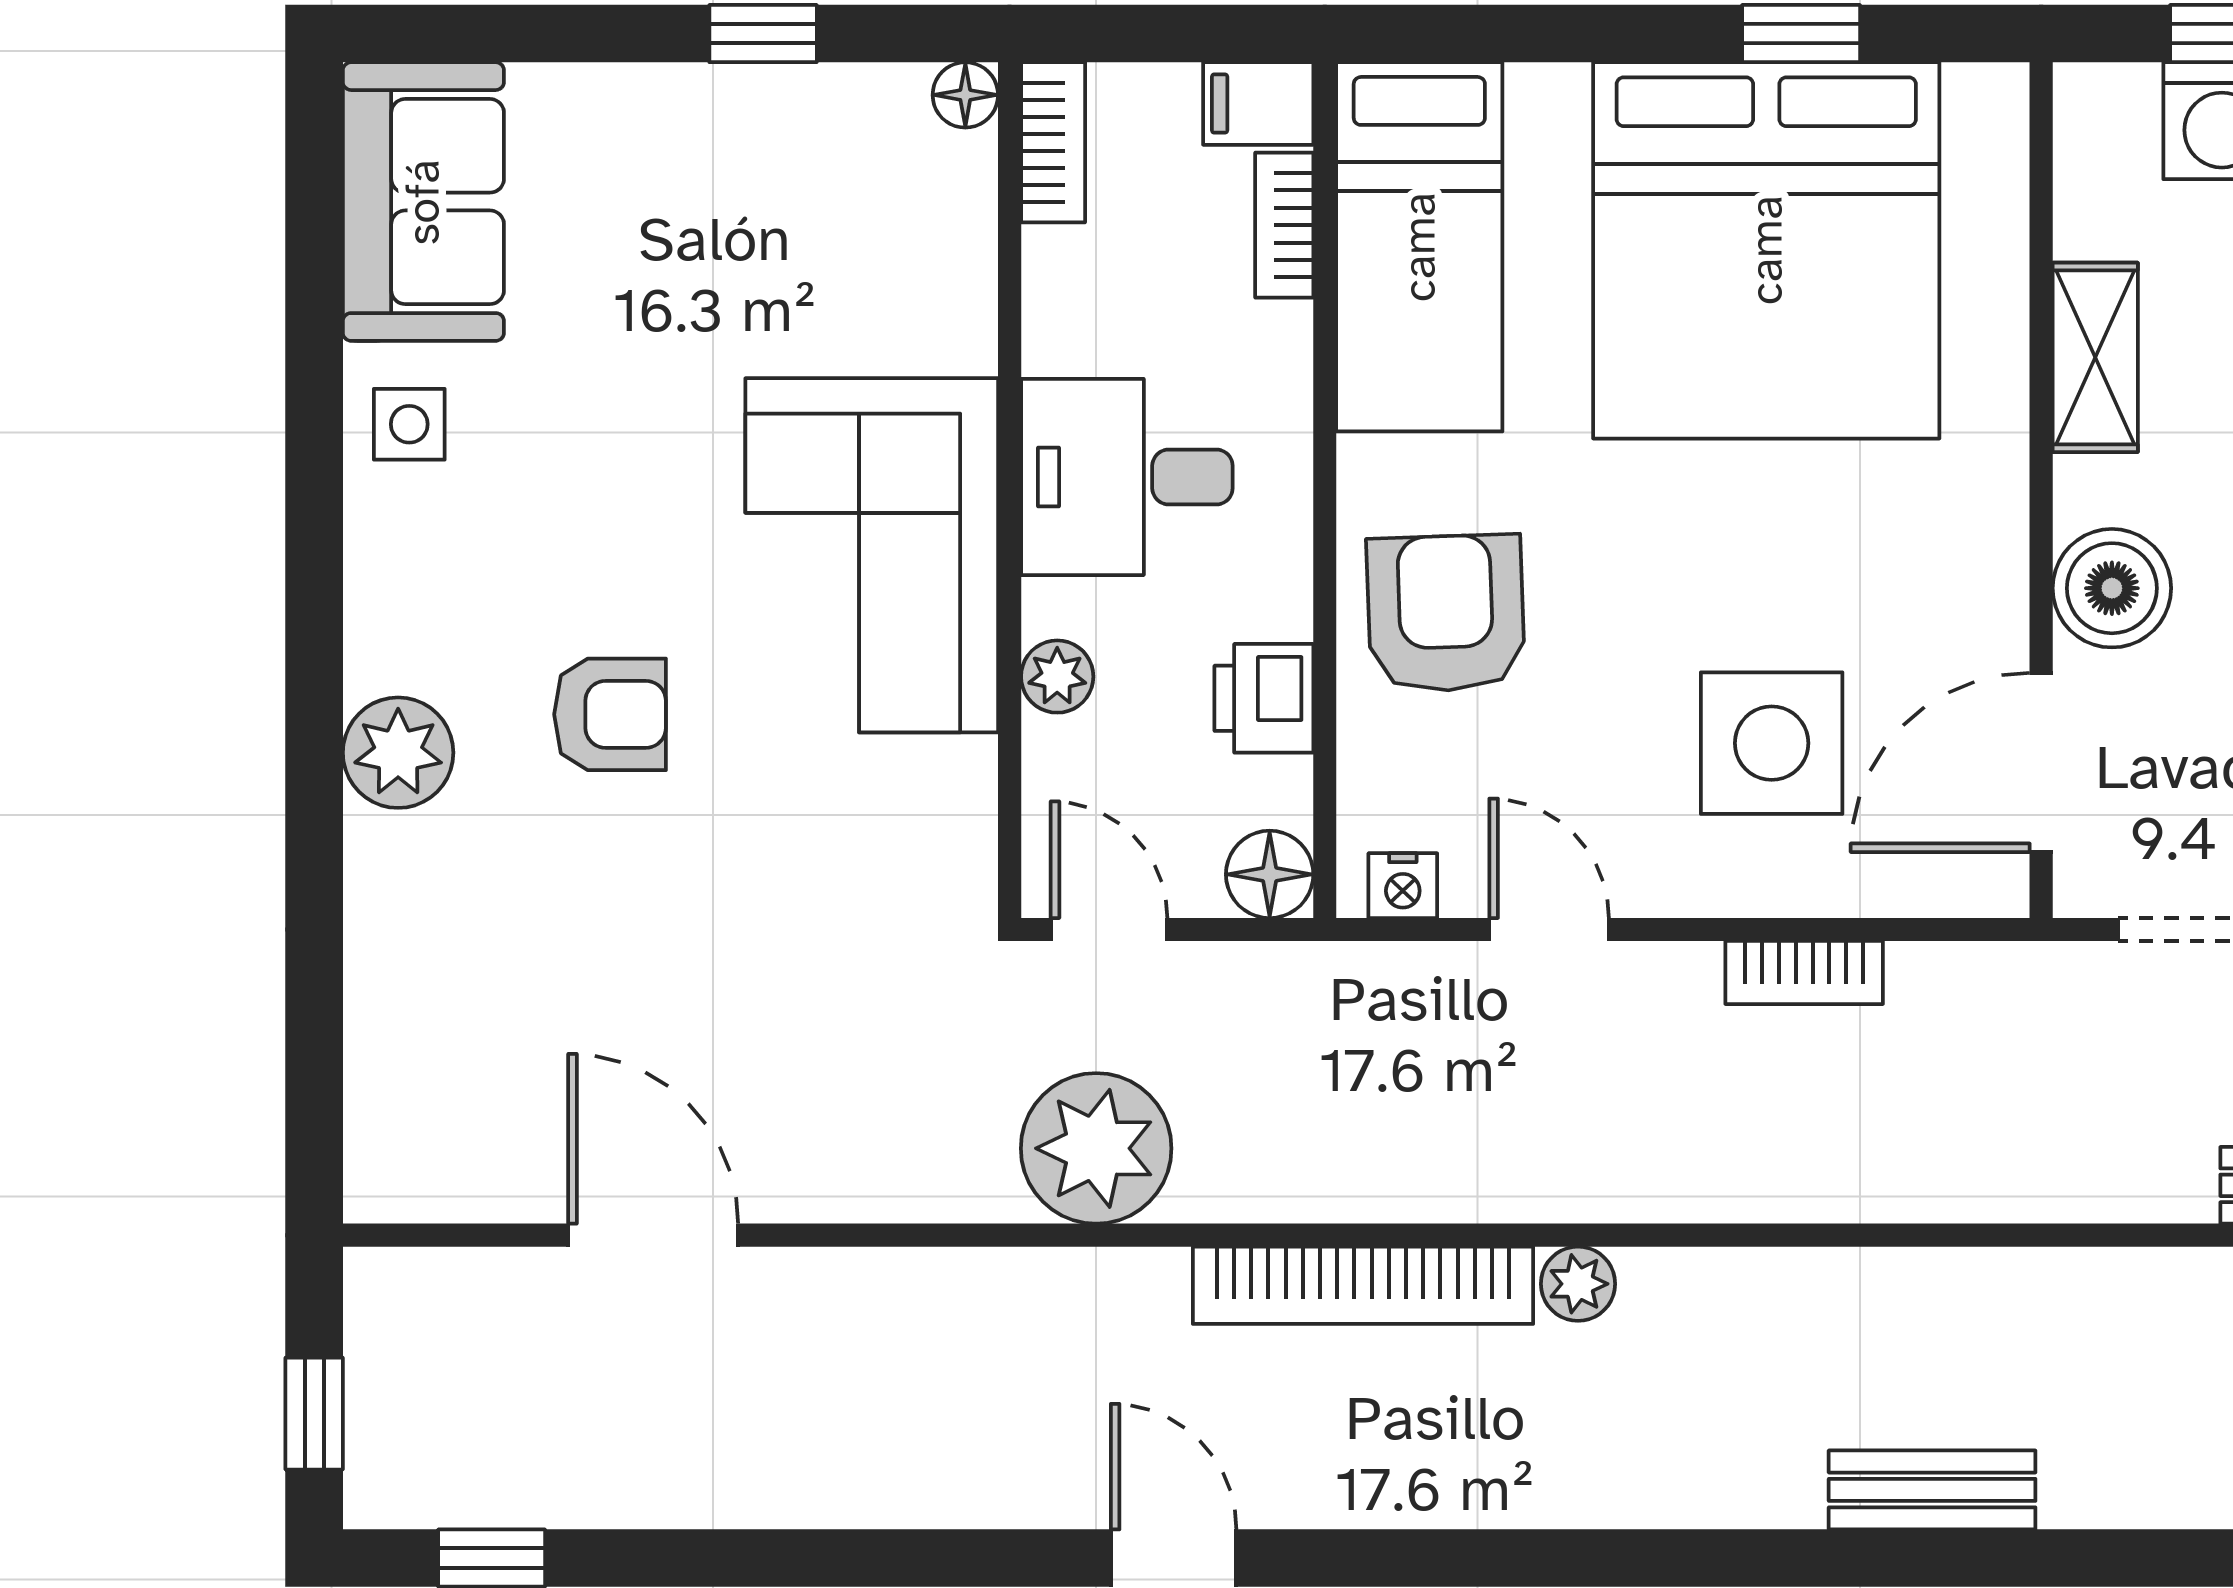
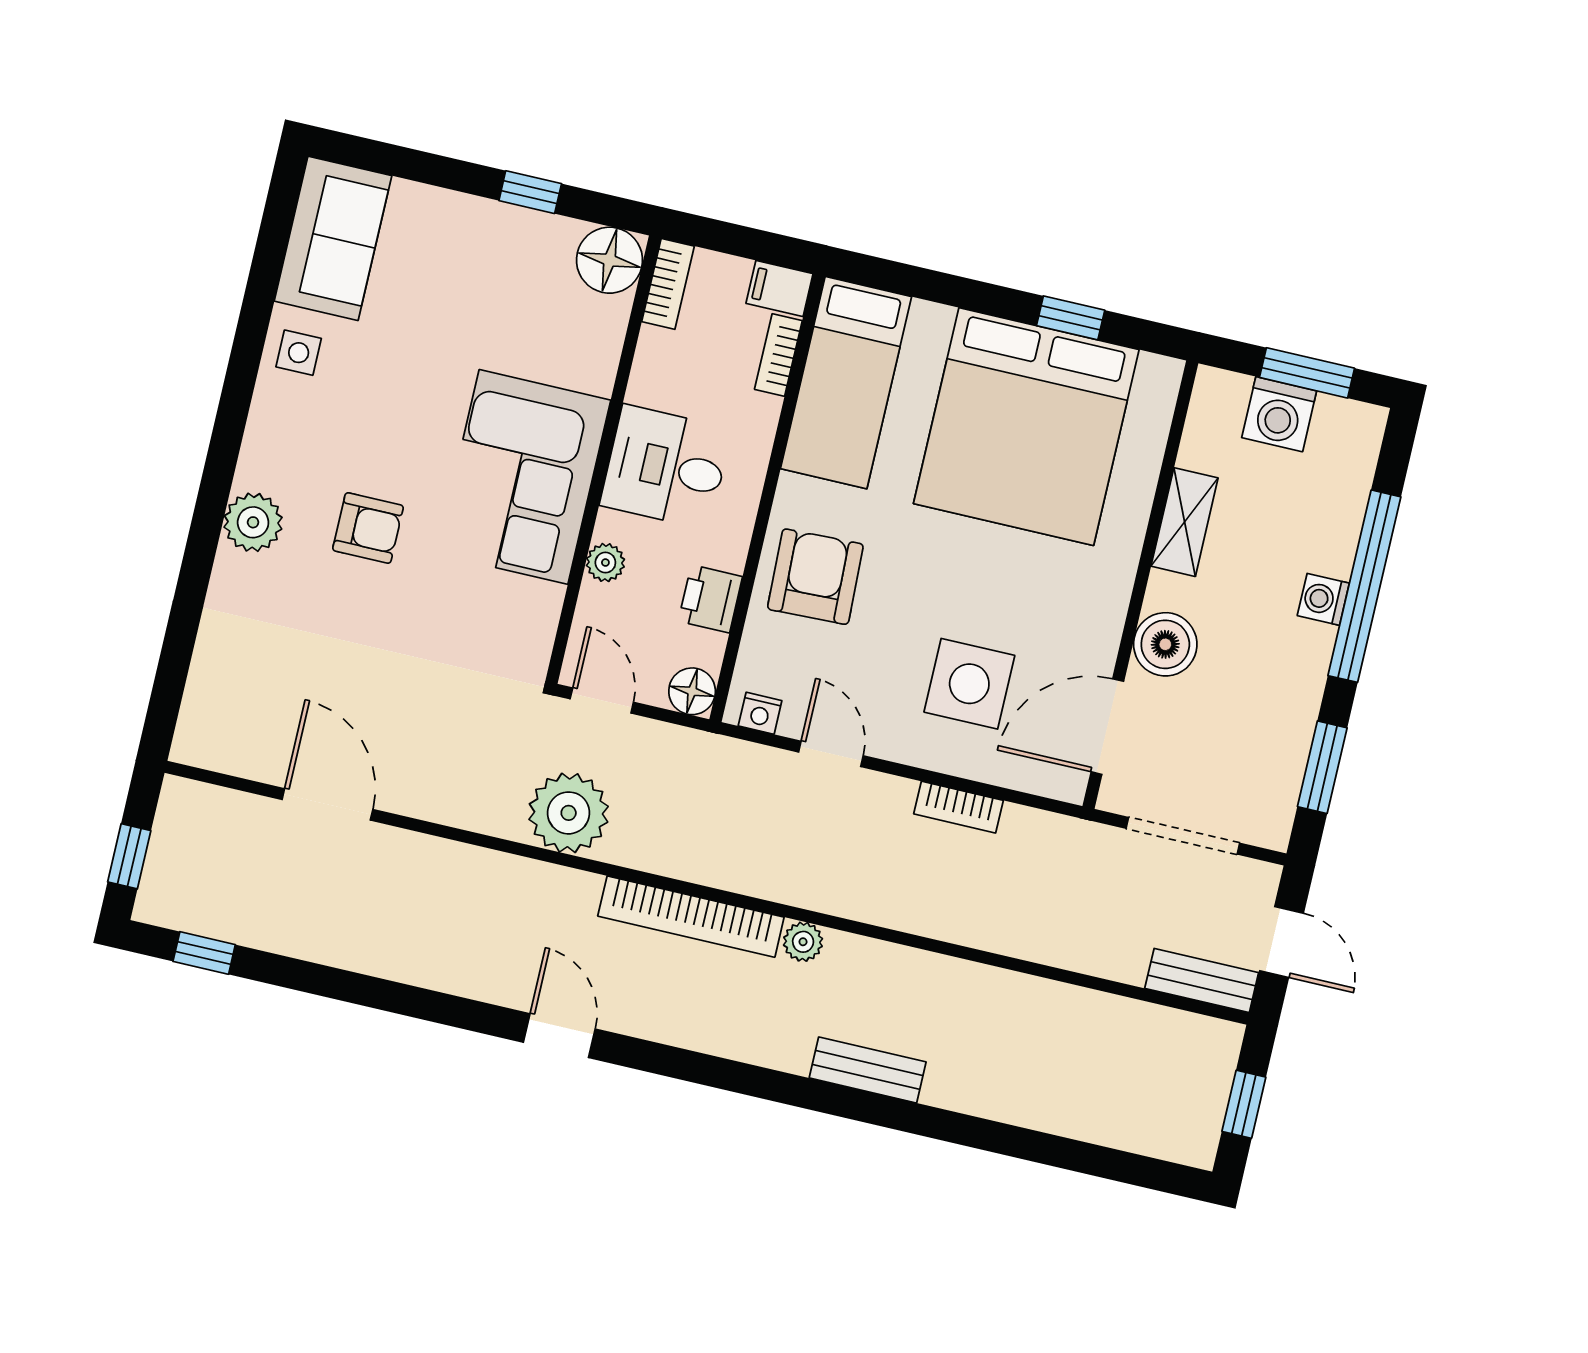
floor lamp: (965, 95) -> (609, 260), width x1.89, depth x1.89
bench: (1932, 1490) -> (868, 1070), moved

